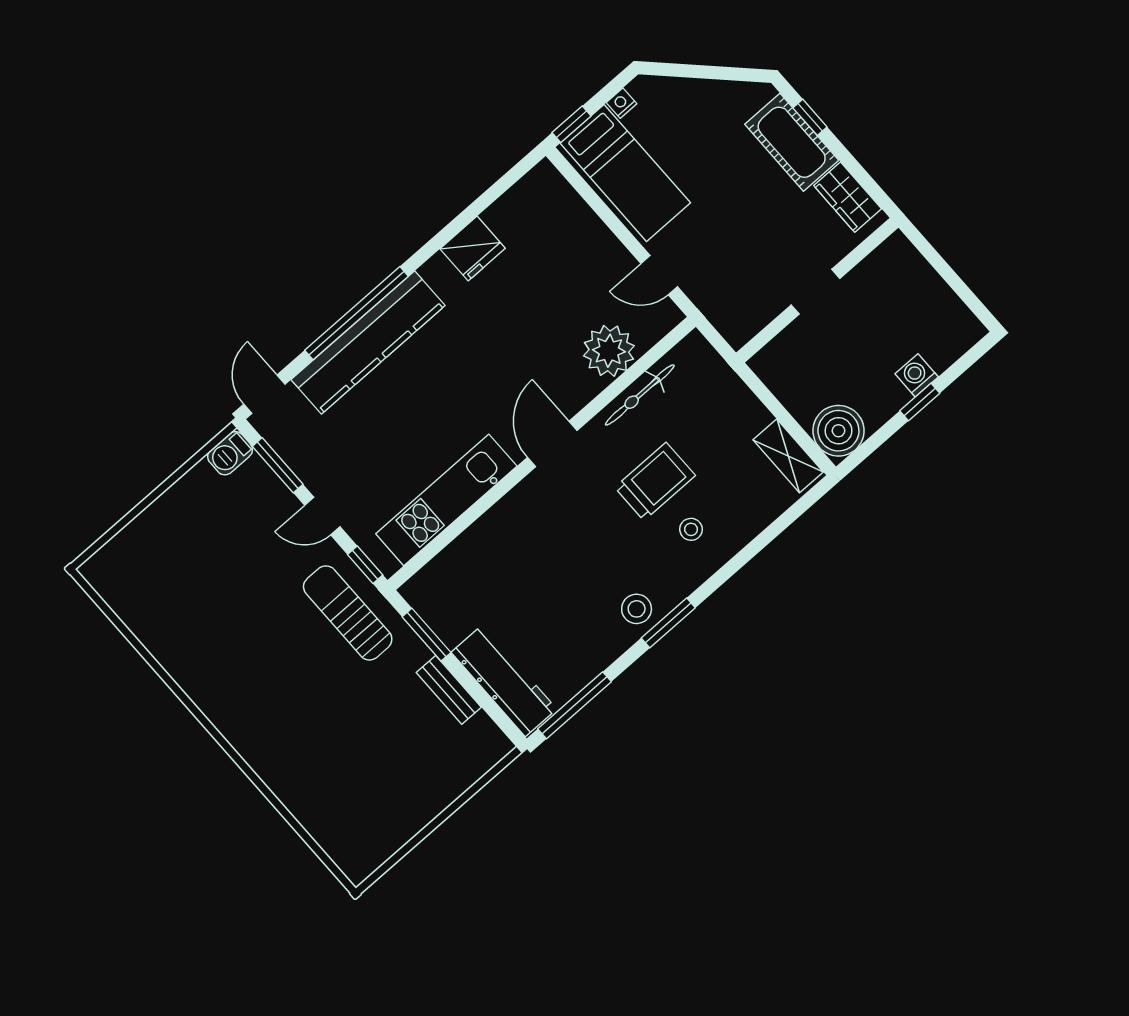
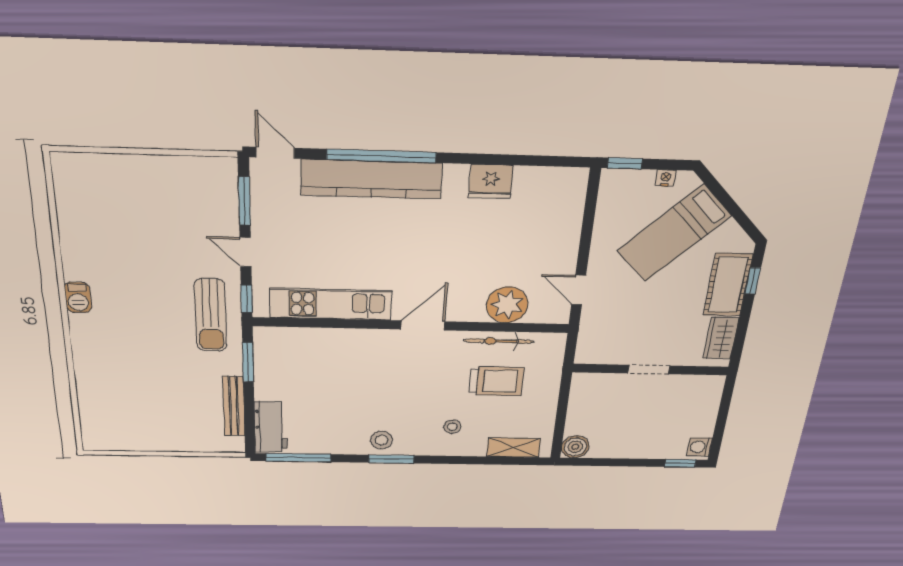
bed: (625, 173) -> (674, 233), moved, turned 45
washing machine: (917, 375) -> (699, 447), moved, turned -90
door: (264, 394) -> (275, 153), hinge flipped
window: (920, 402) -> (680, 463), moved
boiler: (838, 431) -> (575, 447), width x0.73, depth x0.73
barbecue: (230, 453) -> (78, 297), moved, turned -90
shelving: (788, 456) -> (513, 448), moved, turned 90
trolley: (655, 481) -> (496, 381), moved
sun lounger: (348, 613) -> (211, 315), turned 180
workbench: (504, 681) -> (271, 427), width x0.73
bench: (449, 690) -> (234, 406), width x1.36

